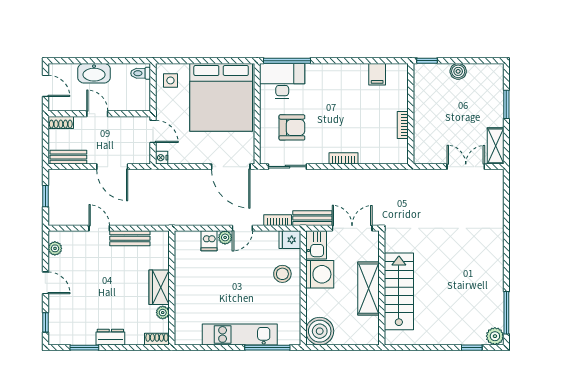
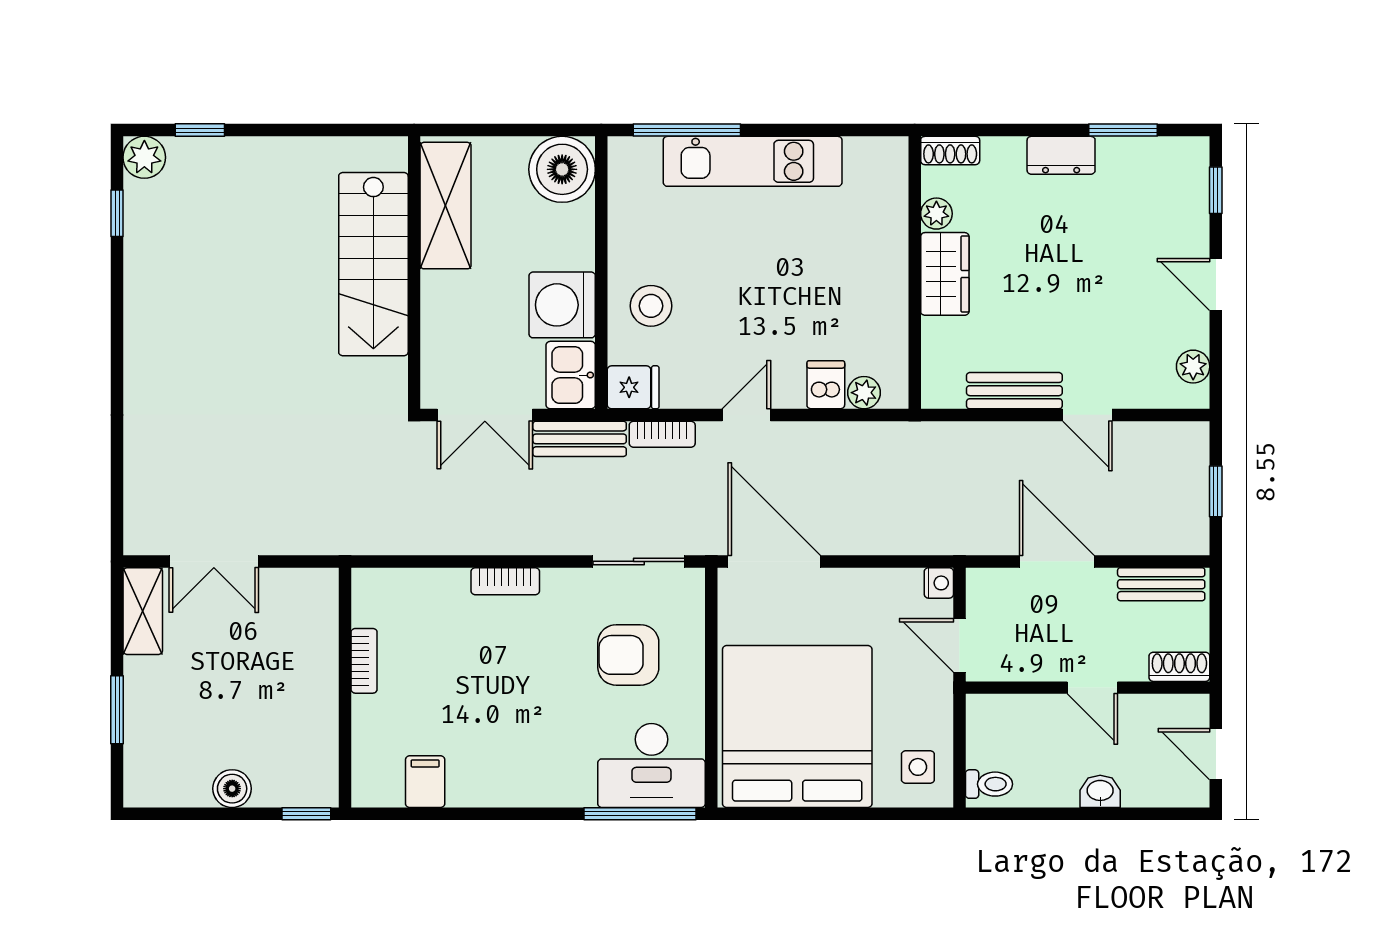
washbasin: (94, 73) -> (1100, 791), width x0.52, depth x0.69
plant: (225, 237) -> (864, 393), moved
shelving: (369, 289) -> (446, 206), moved
window: (506, 313) -> (117, 213), width x0.46

